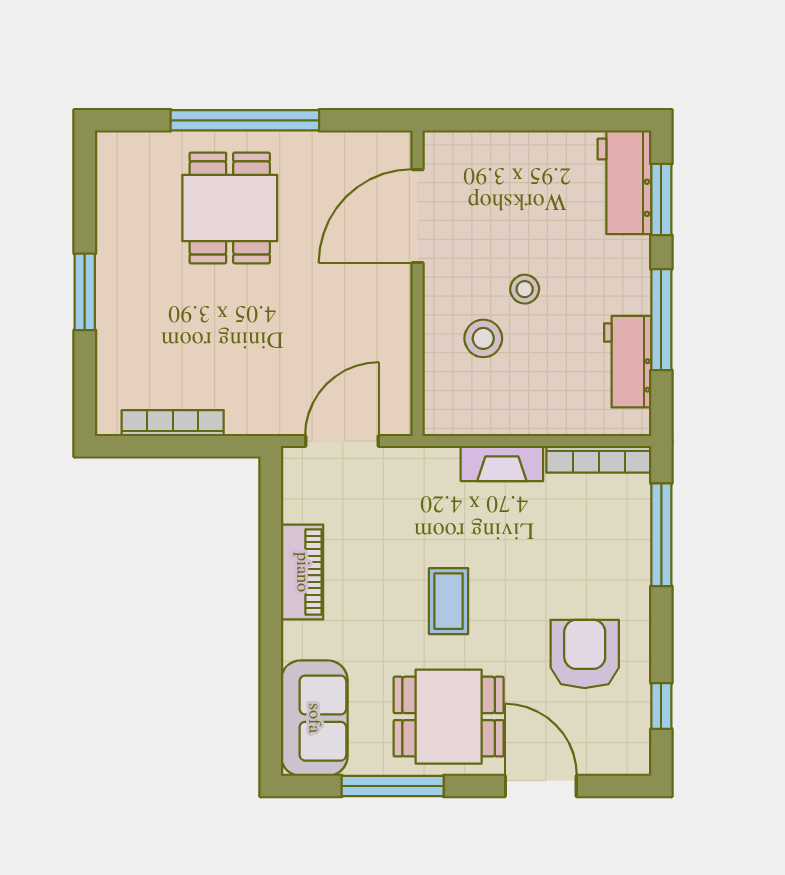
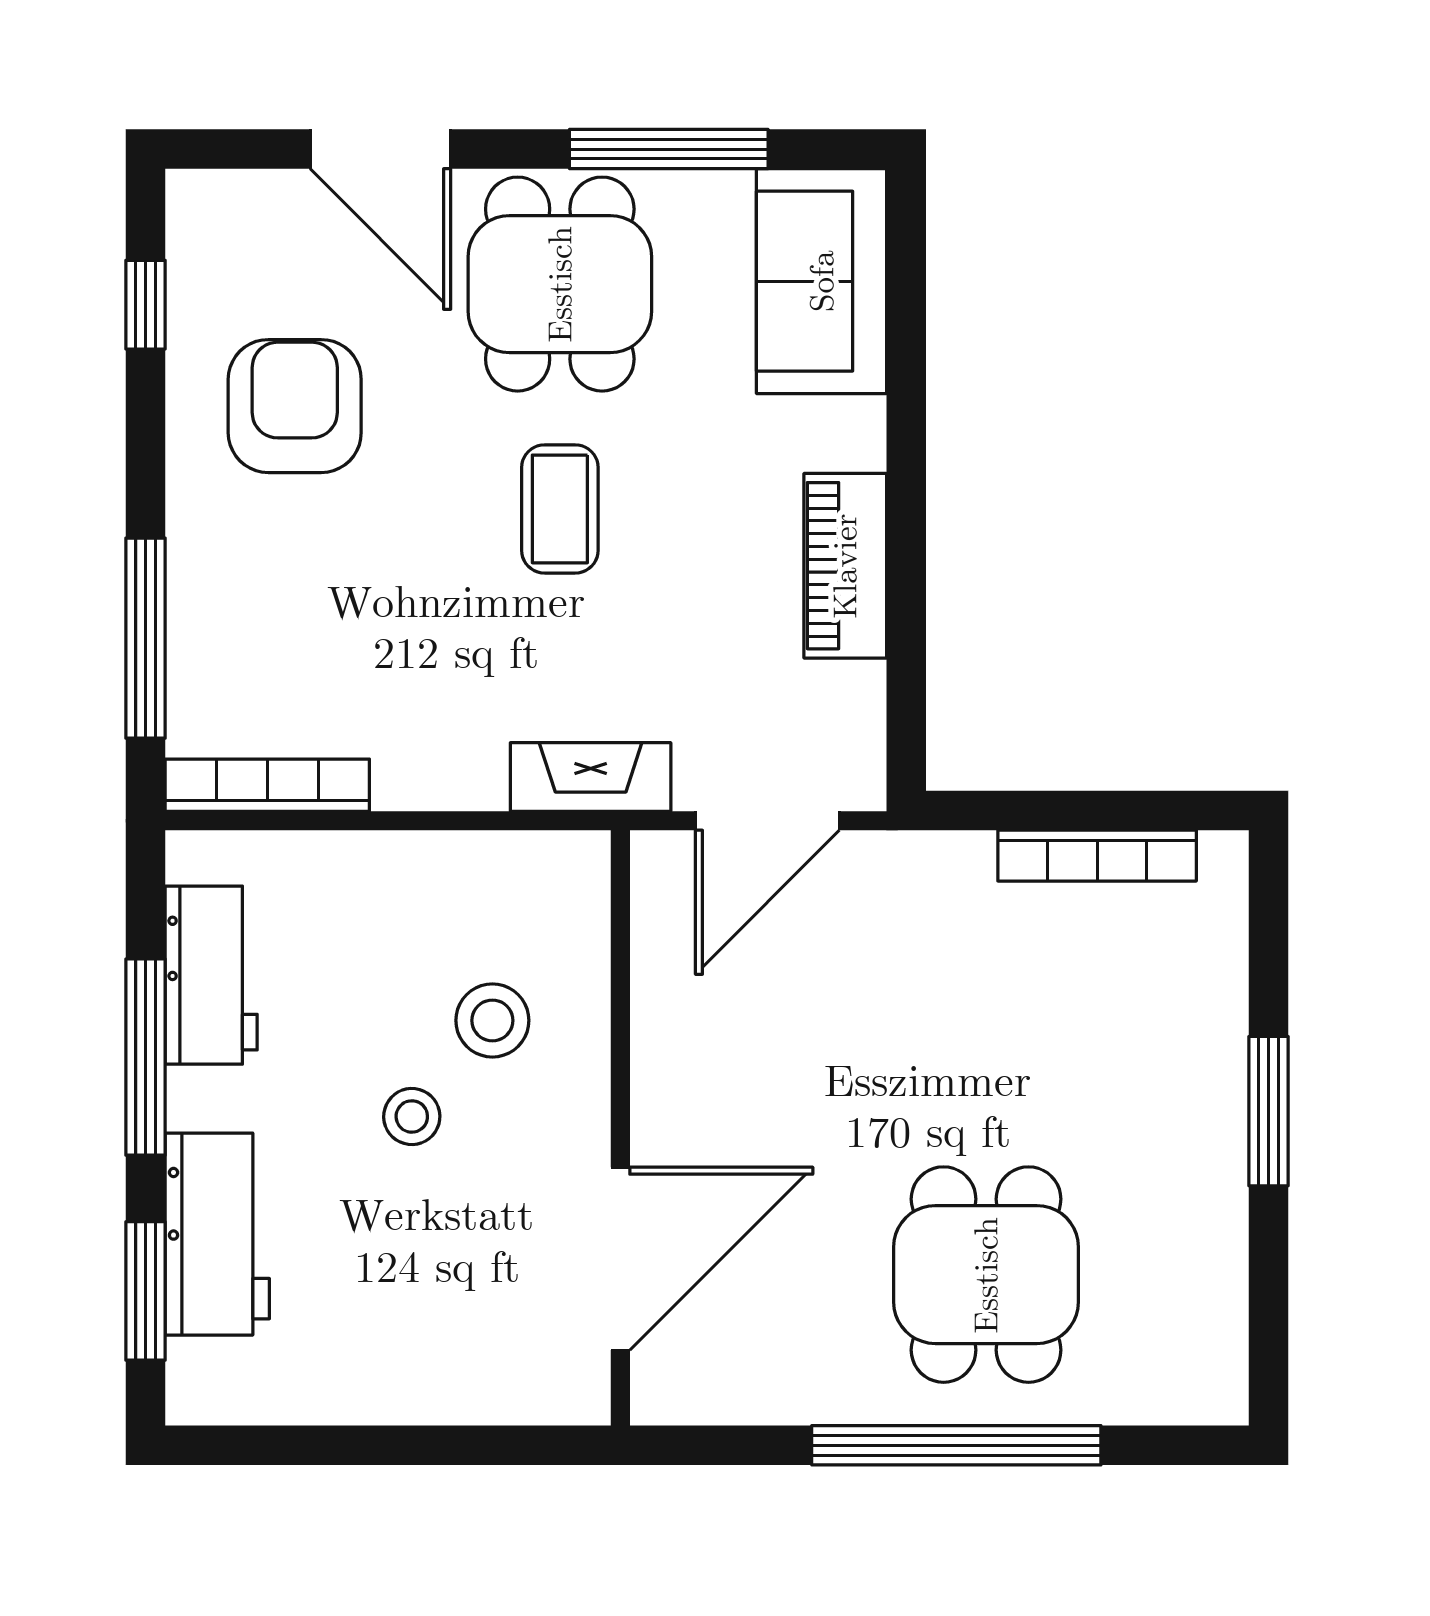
workbench: (624, 182) -> (217, 1234), moved
fireplace: (502, 463) -> (591, 777), moved
armchair: (585, 654) -> (295, 406), turned 180
dining table: (449, 717) -> (560, 284), turned 90

